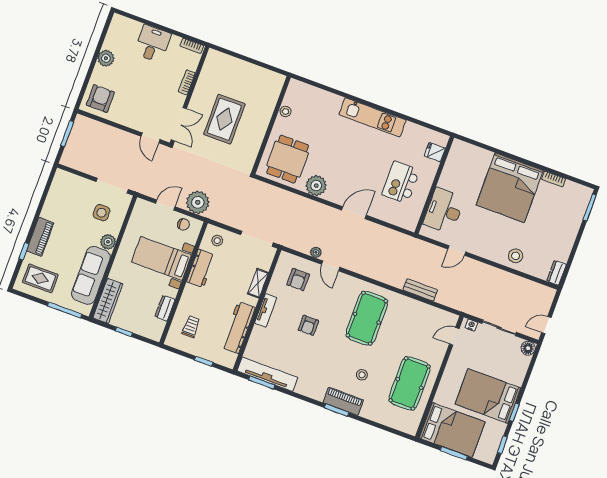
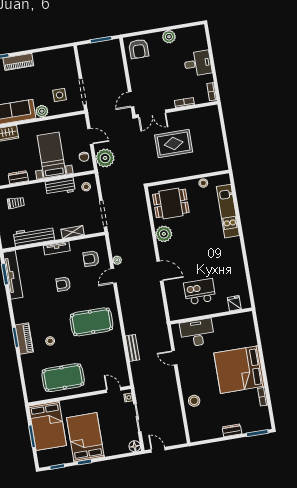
armchair: (100, 99) -> (139, 49), turned 90
kitchen unit: (373, 117) -> (228, 211), moved
dresser: (556, 273) -> (232, 430), moved

